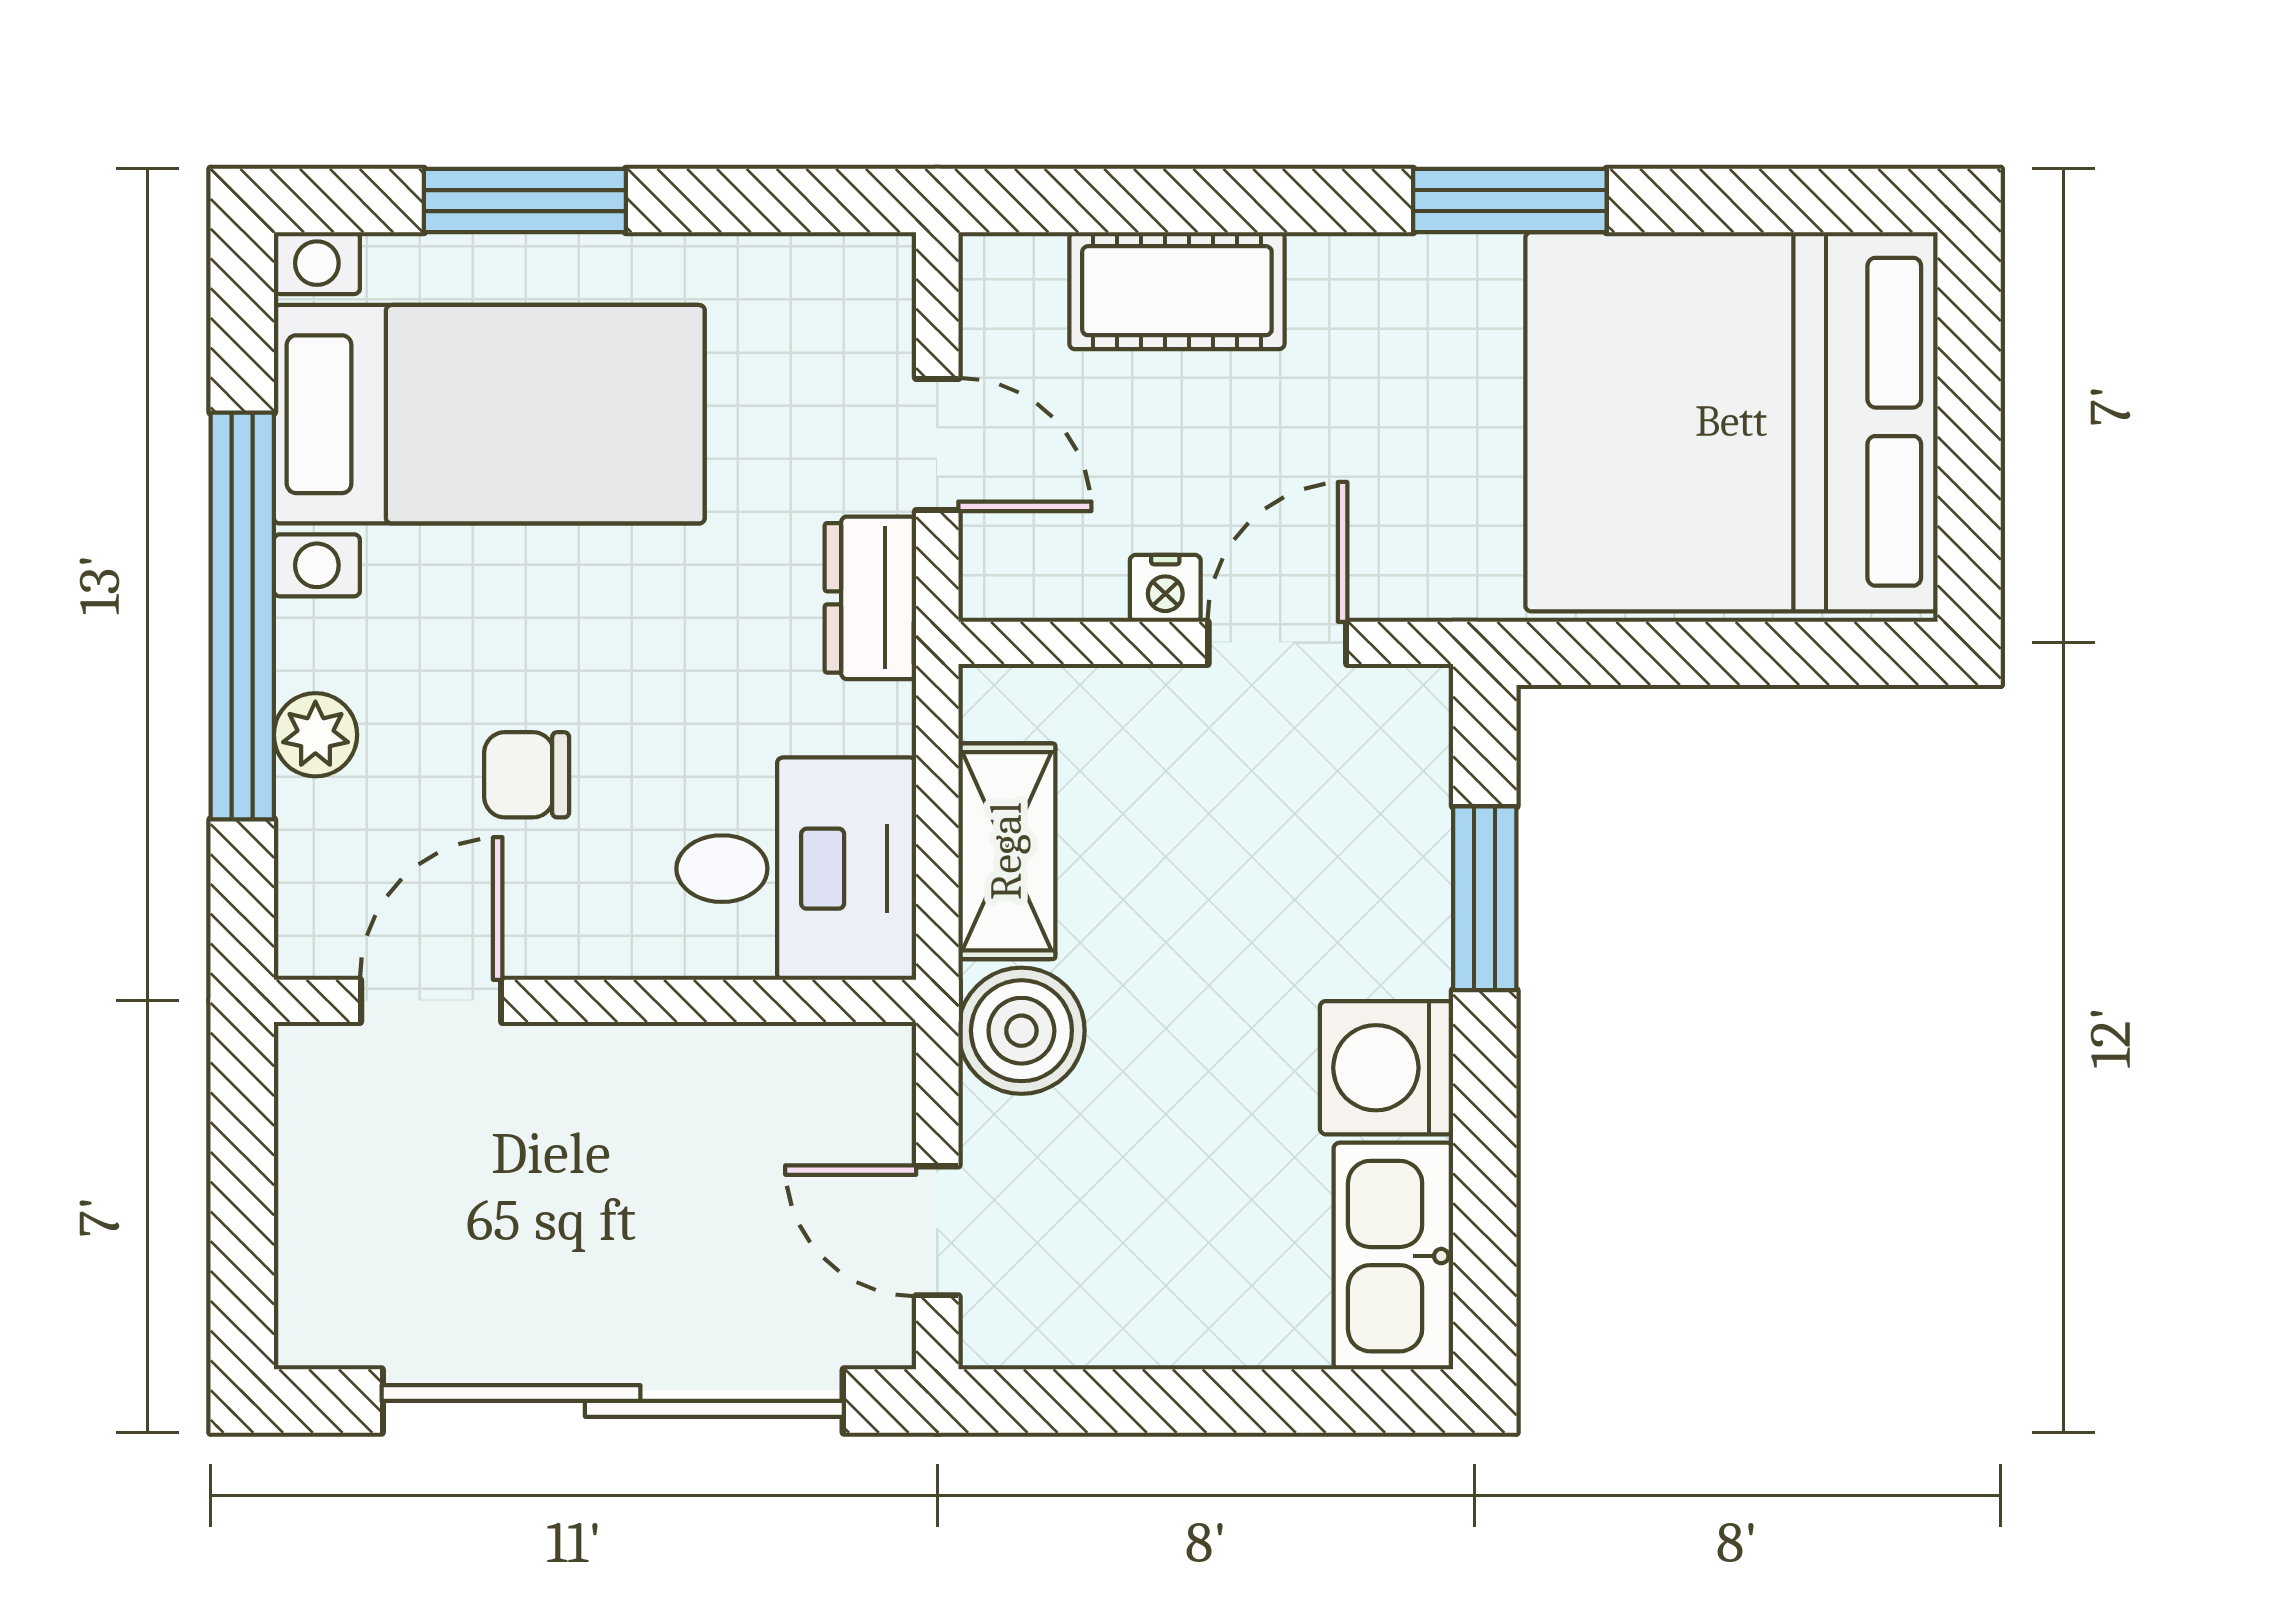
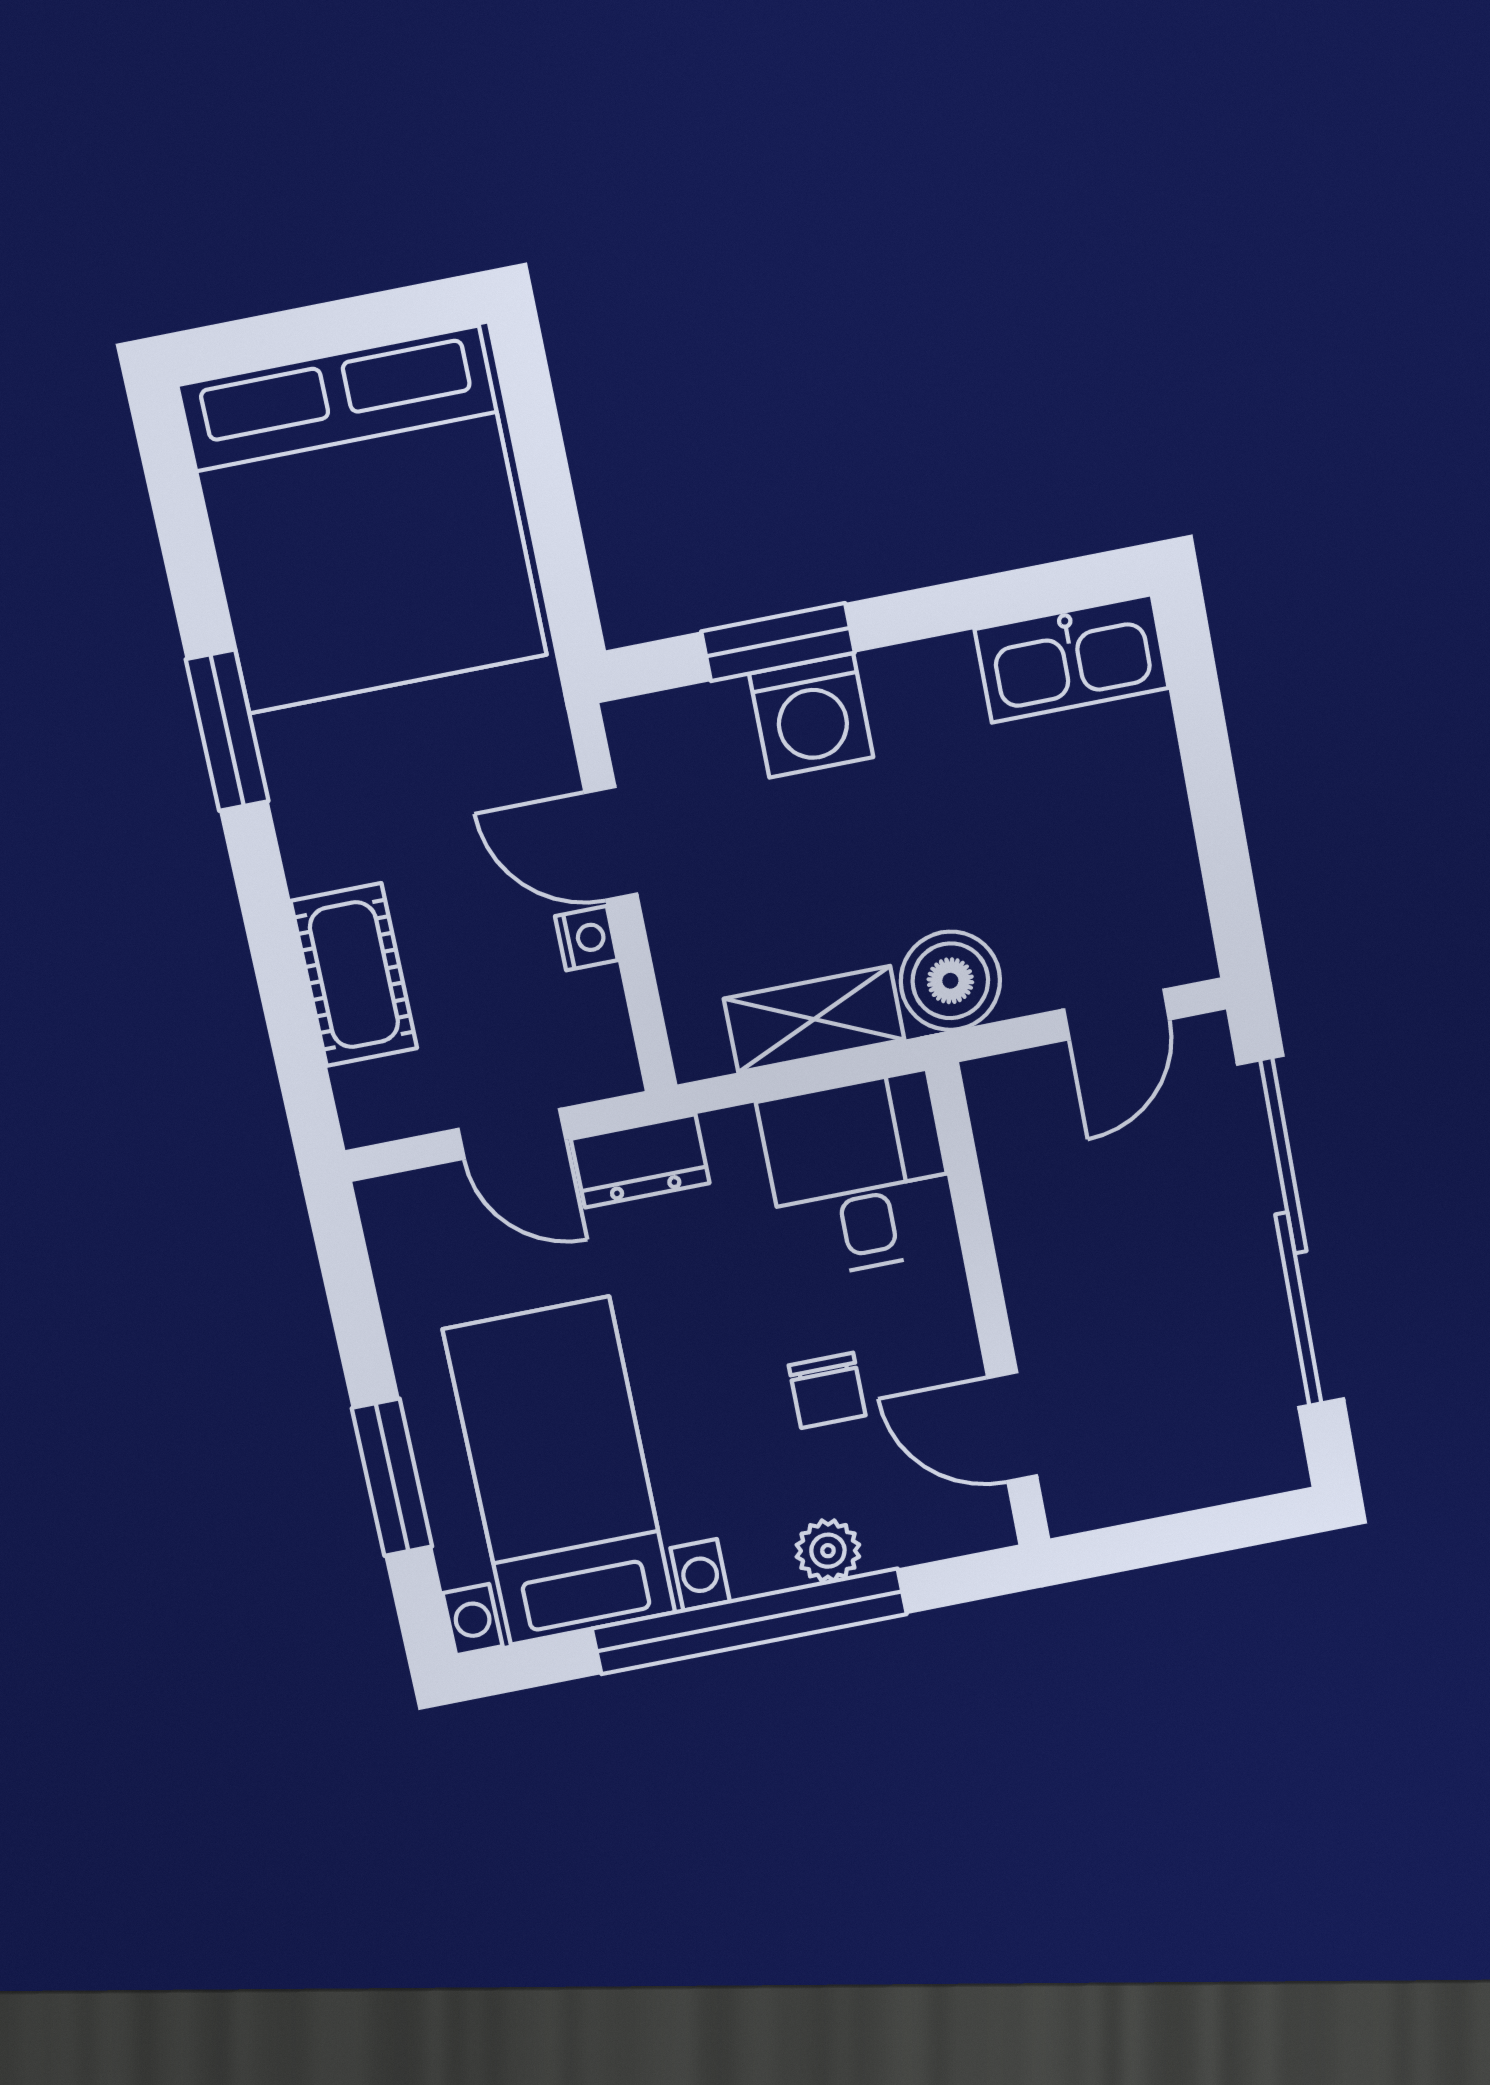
door: (937, 444) -> (512, 1134), swing flipped
washing machine: (1387, 1068) -> (811, 716), moved

